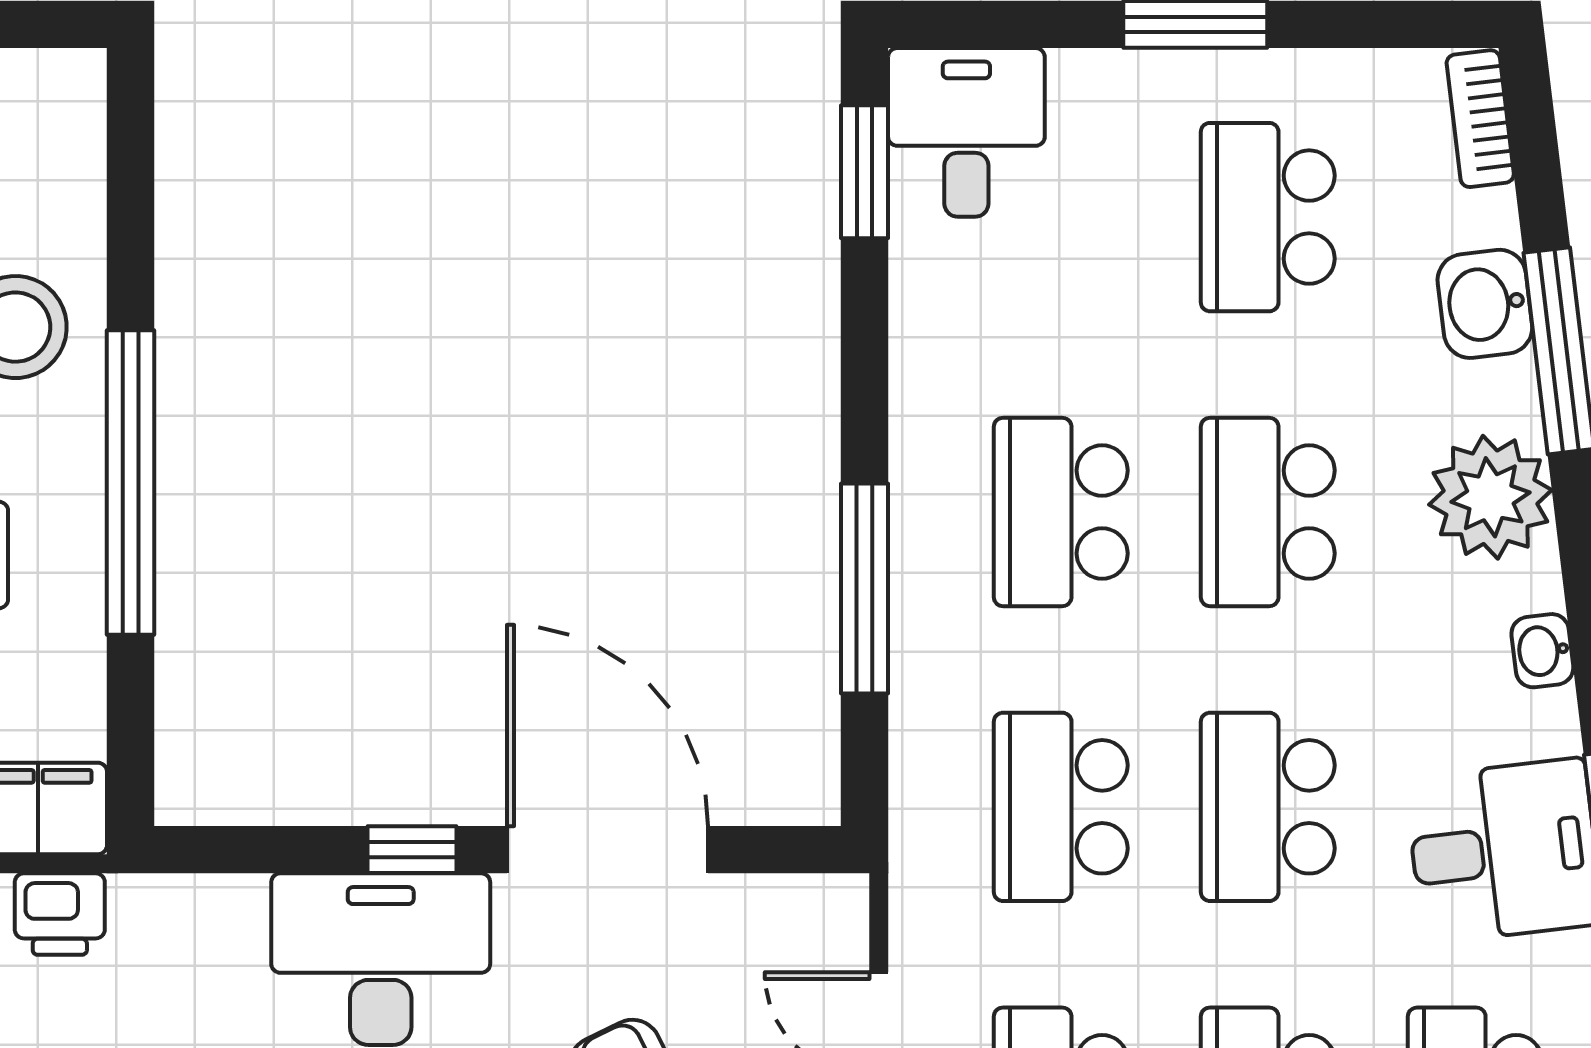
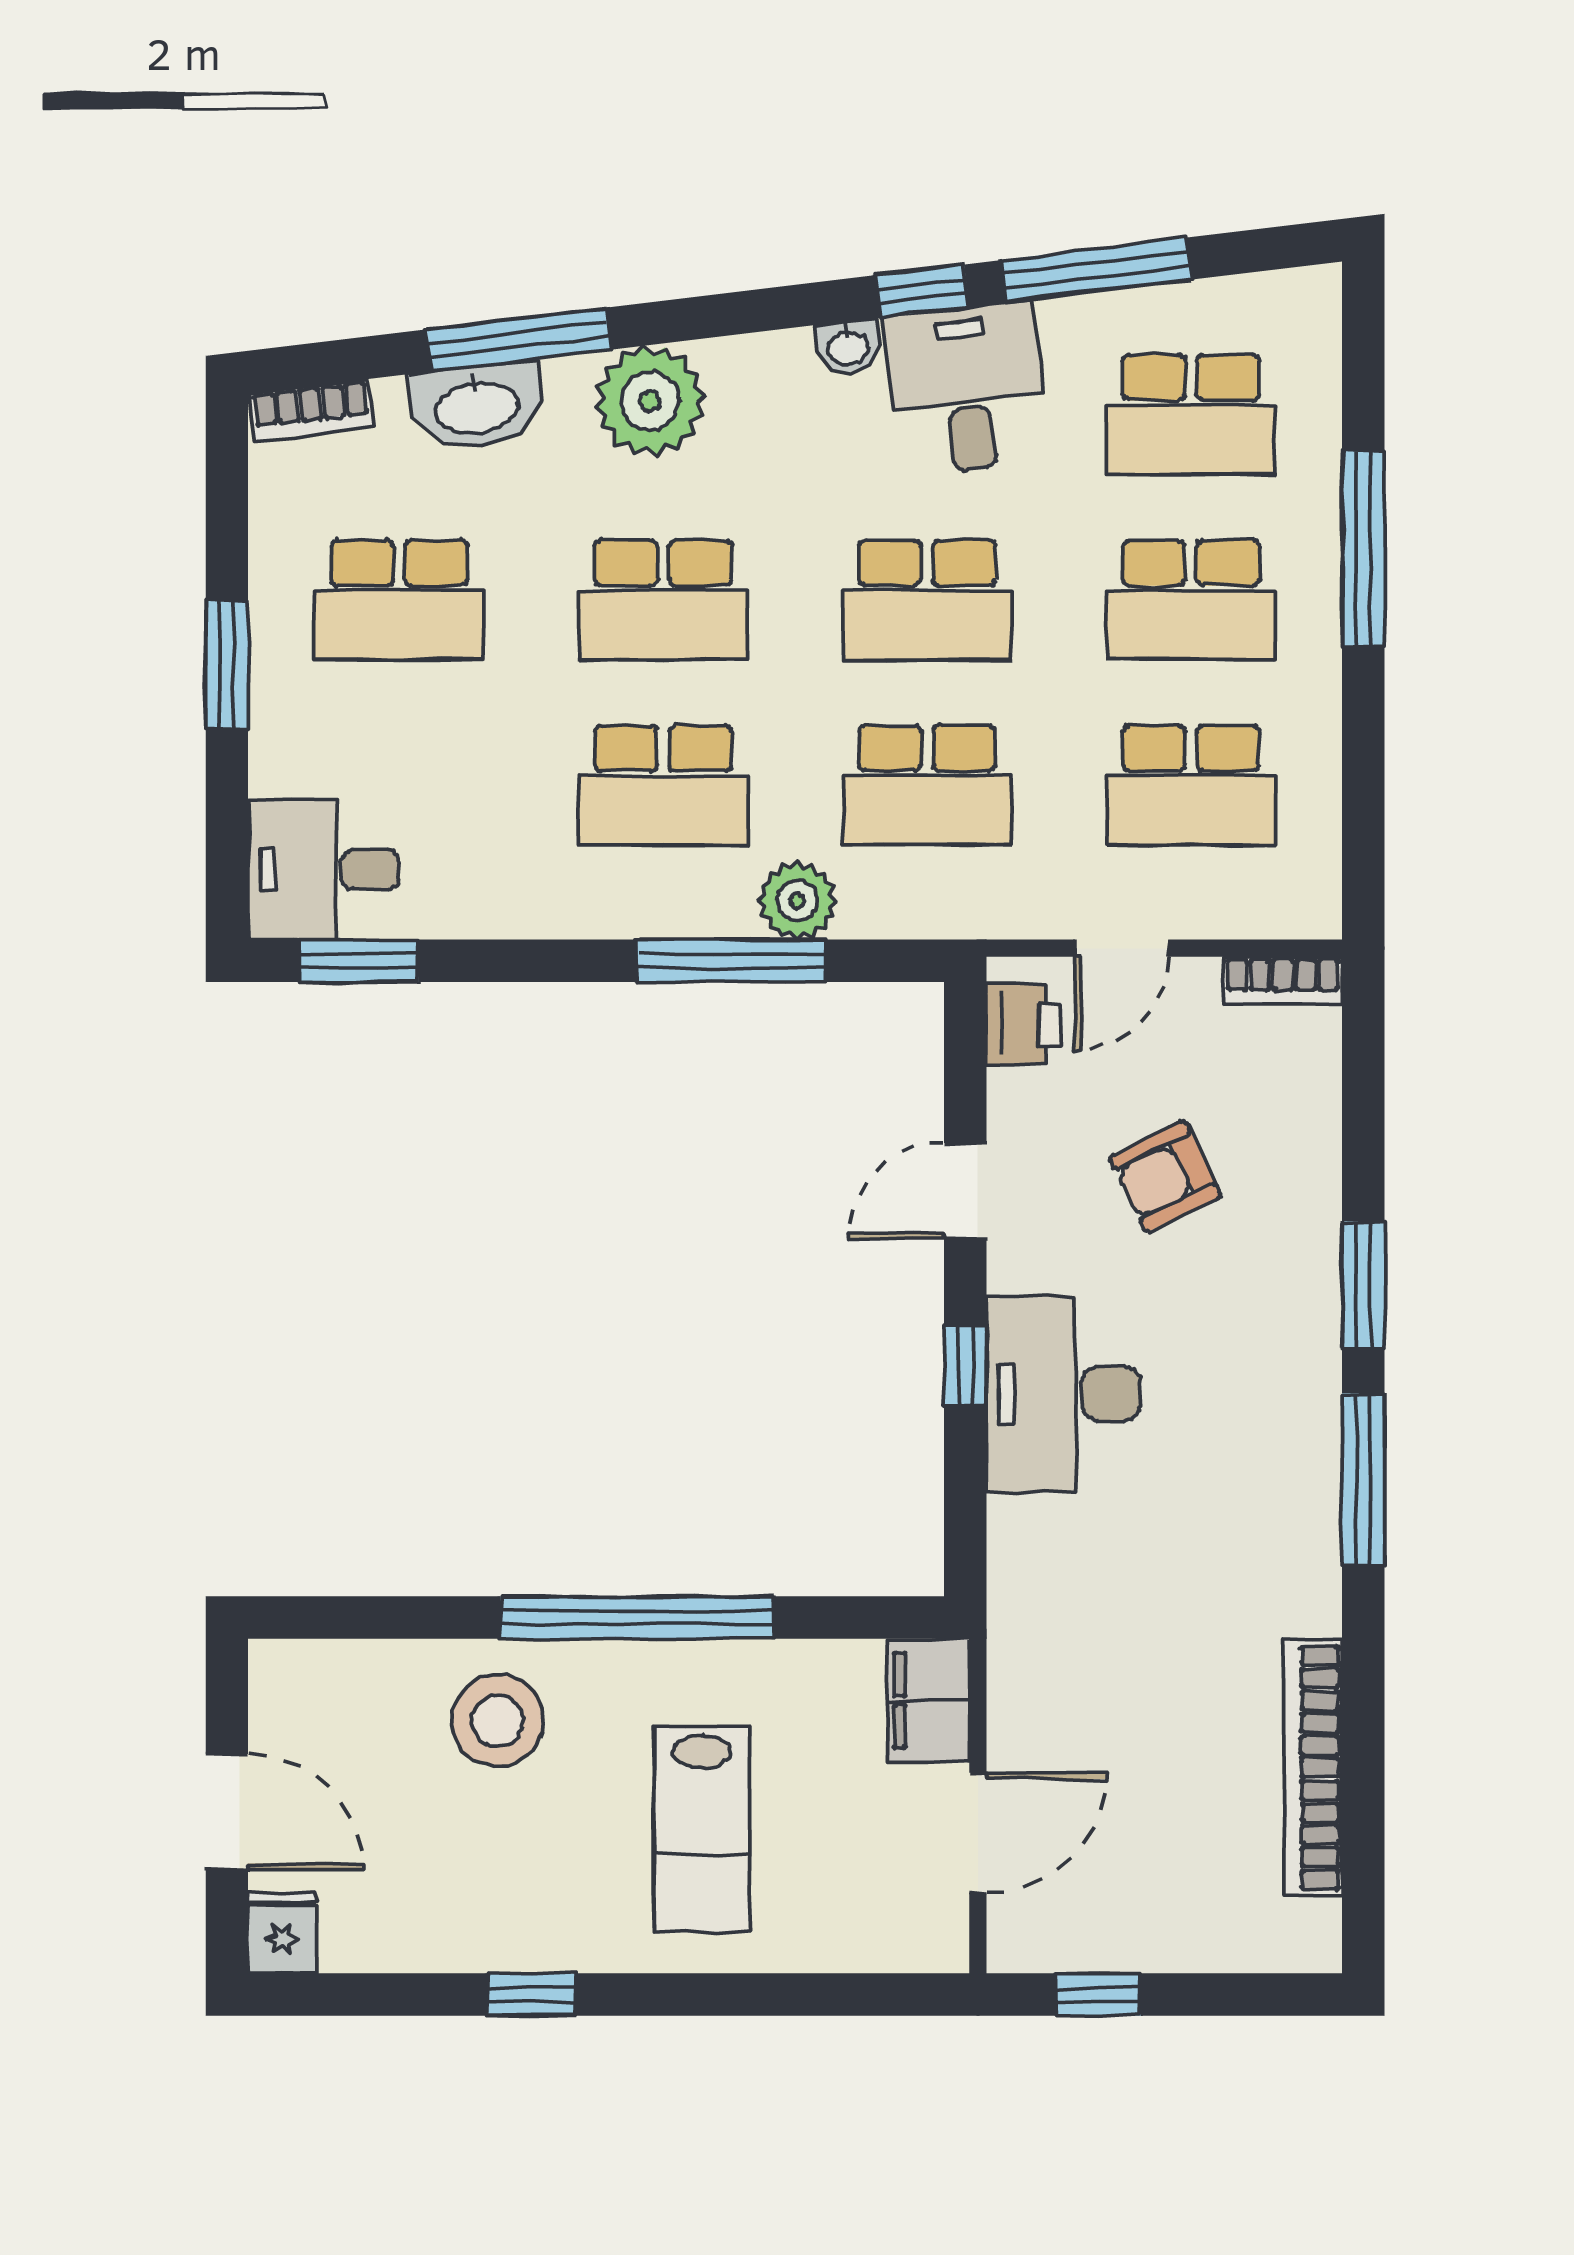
washbasin: (1485, 304) -> (477, 406), width x1.38
washbasin: (1542, 651) -> (848, 347), moved
plant: (932, 662) -> (797, 901), added
door: (607, 850) -> (965, 1191), width x0.53
printer: (60, 914) -> (1023, 1024), moved

